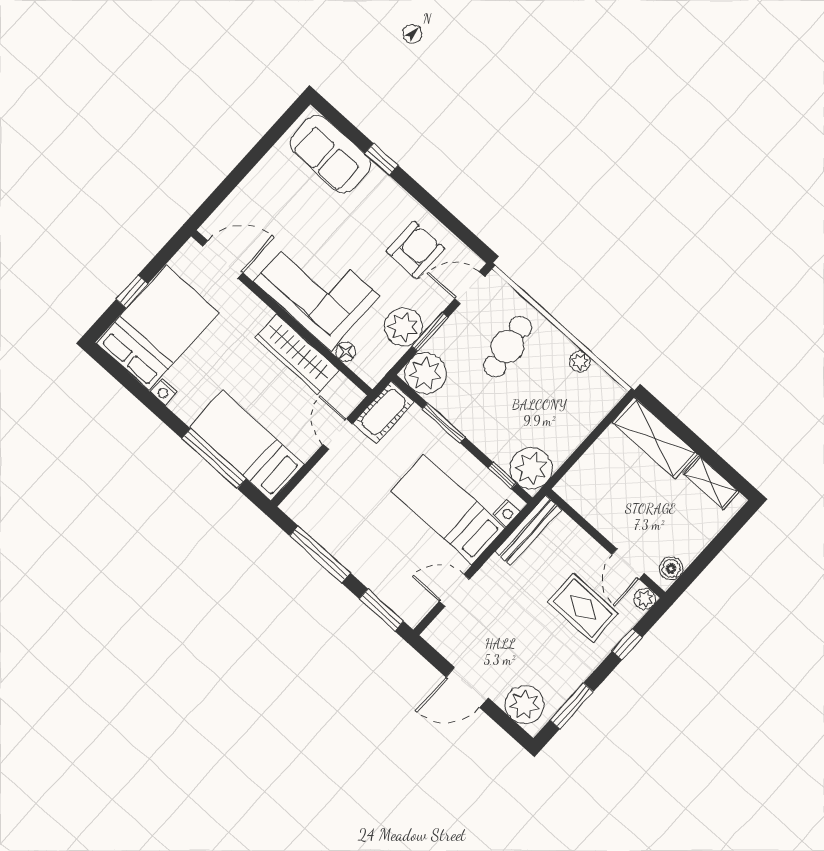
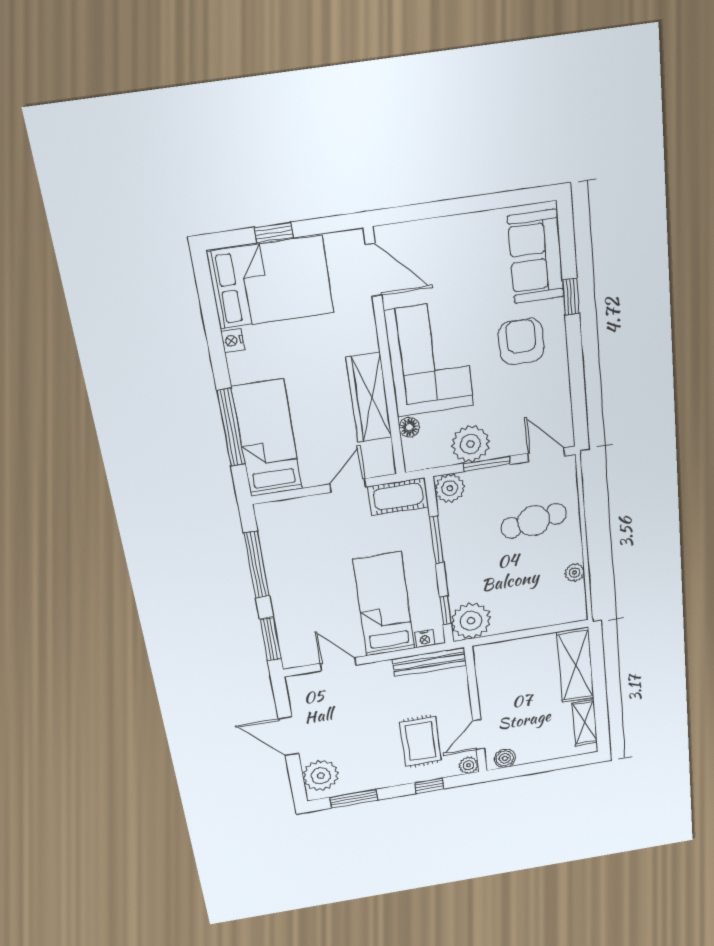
armchair: (415, 250) -> (521, 342), moved, turned -90
plant: (425, 373) -> (450, 488), width x0.73, depth x0.73

